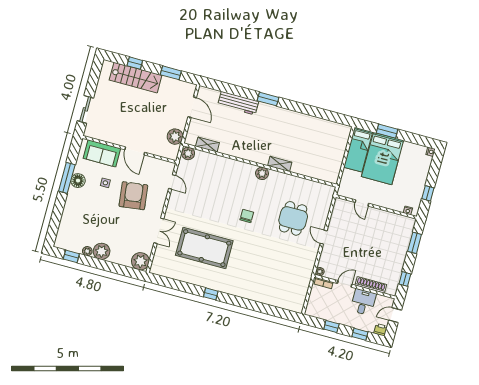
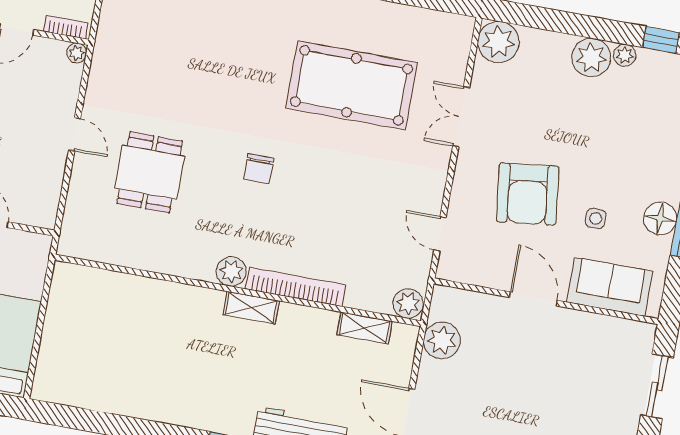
bookcase: (235, 164) -> (296, 287), added
shelving: (280, 164) -> (251, 308), moved

